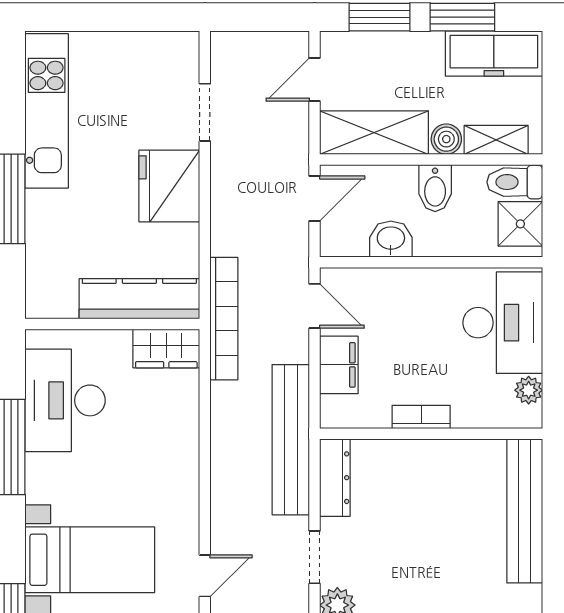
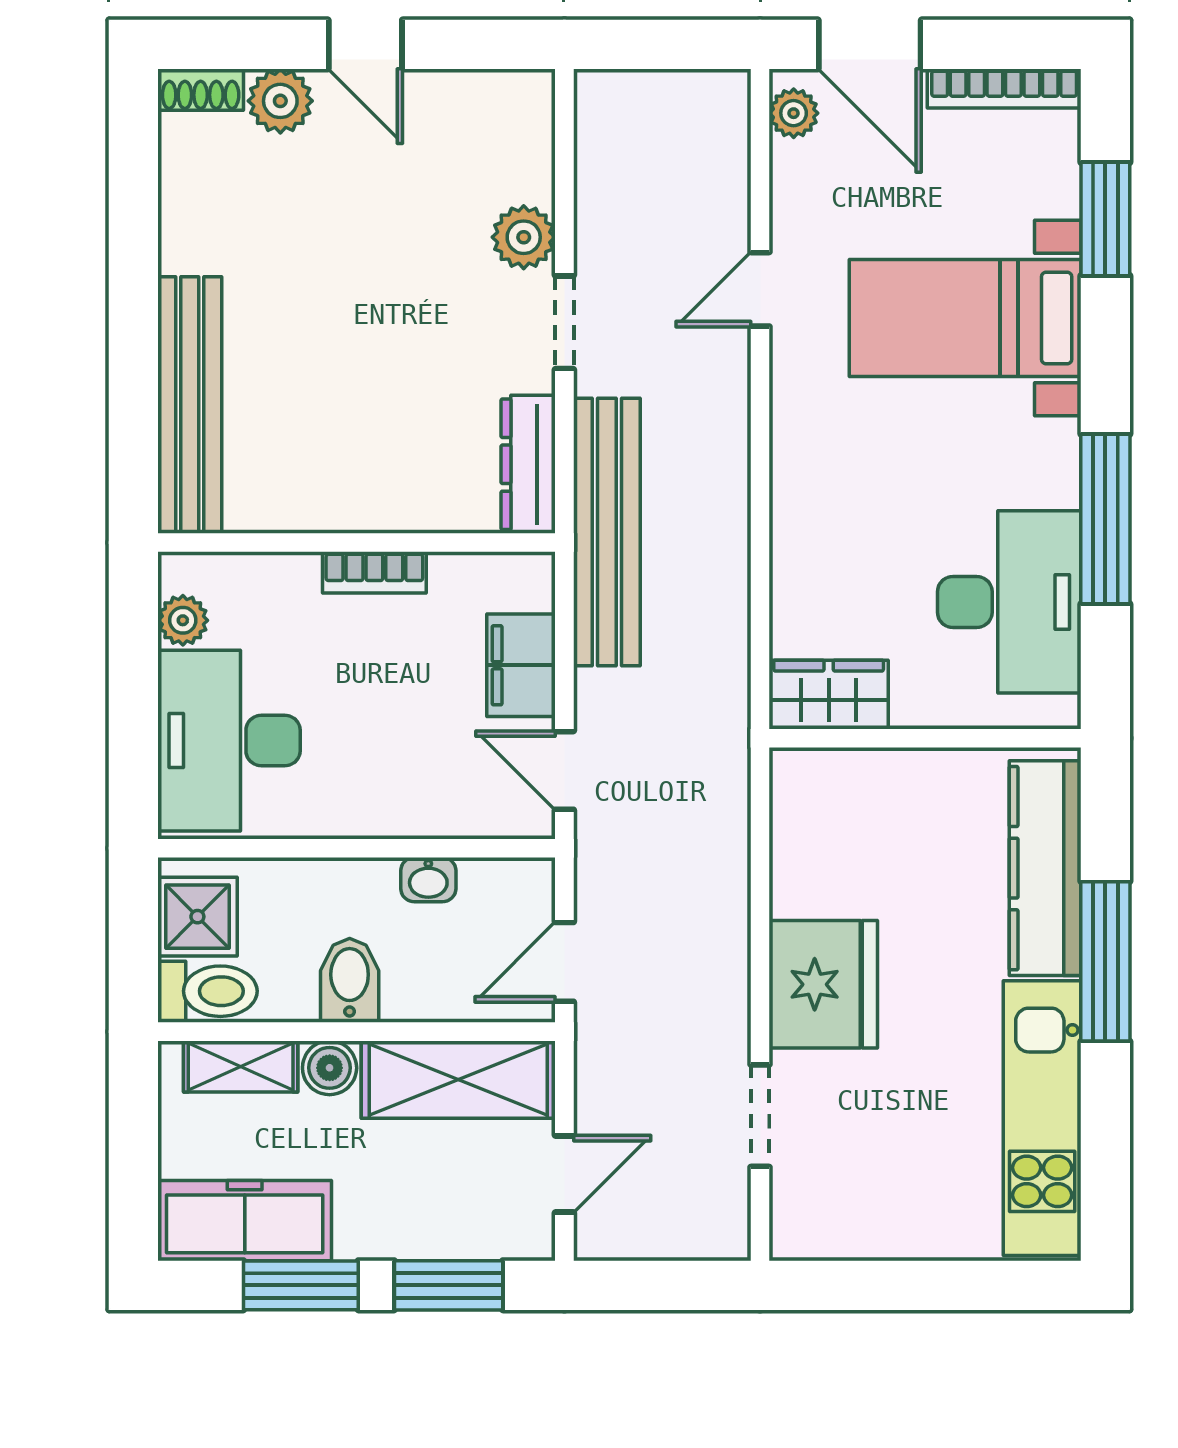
washbasin: (391, 239) -> (428, 880), width x0.72, depth x0.69
kitchen counter: (139, 299) -> (1045, 868), moved, turned 90
bookcase: (224, 319) -> (726, 748), removed

